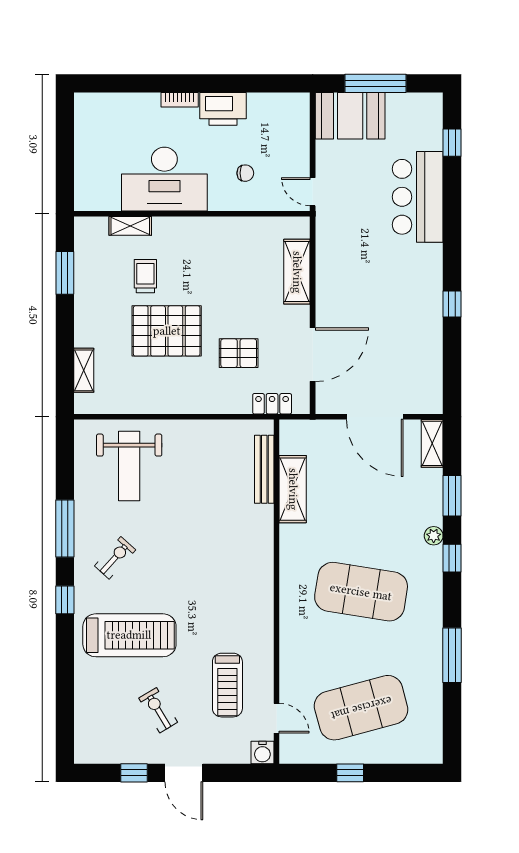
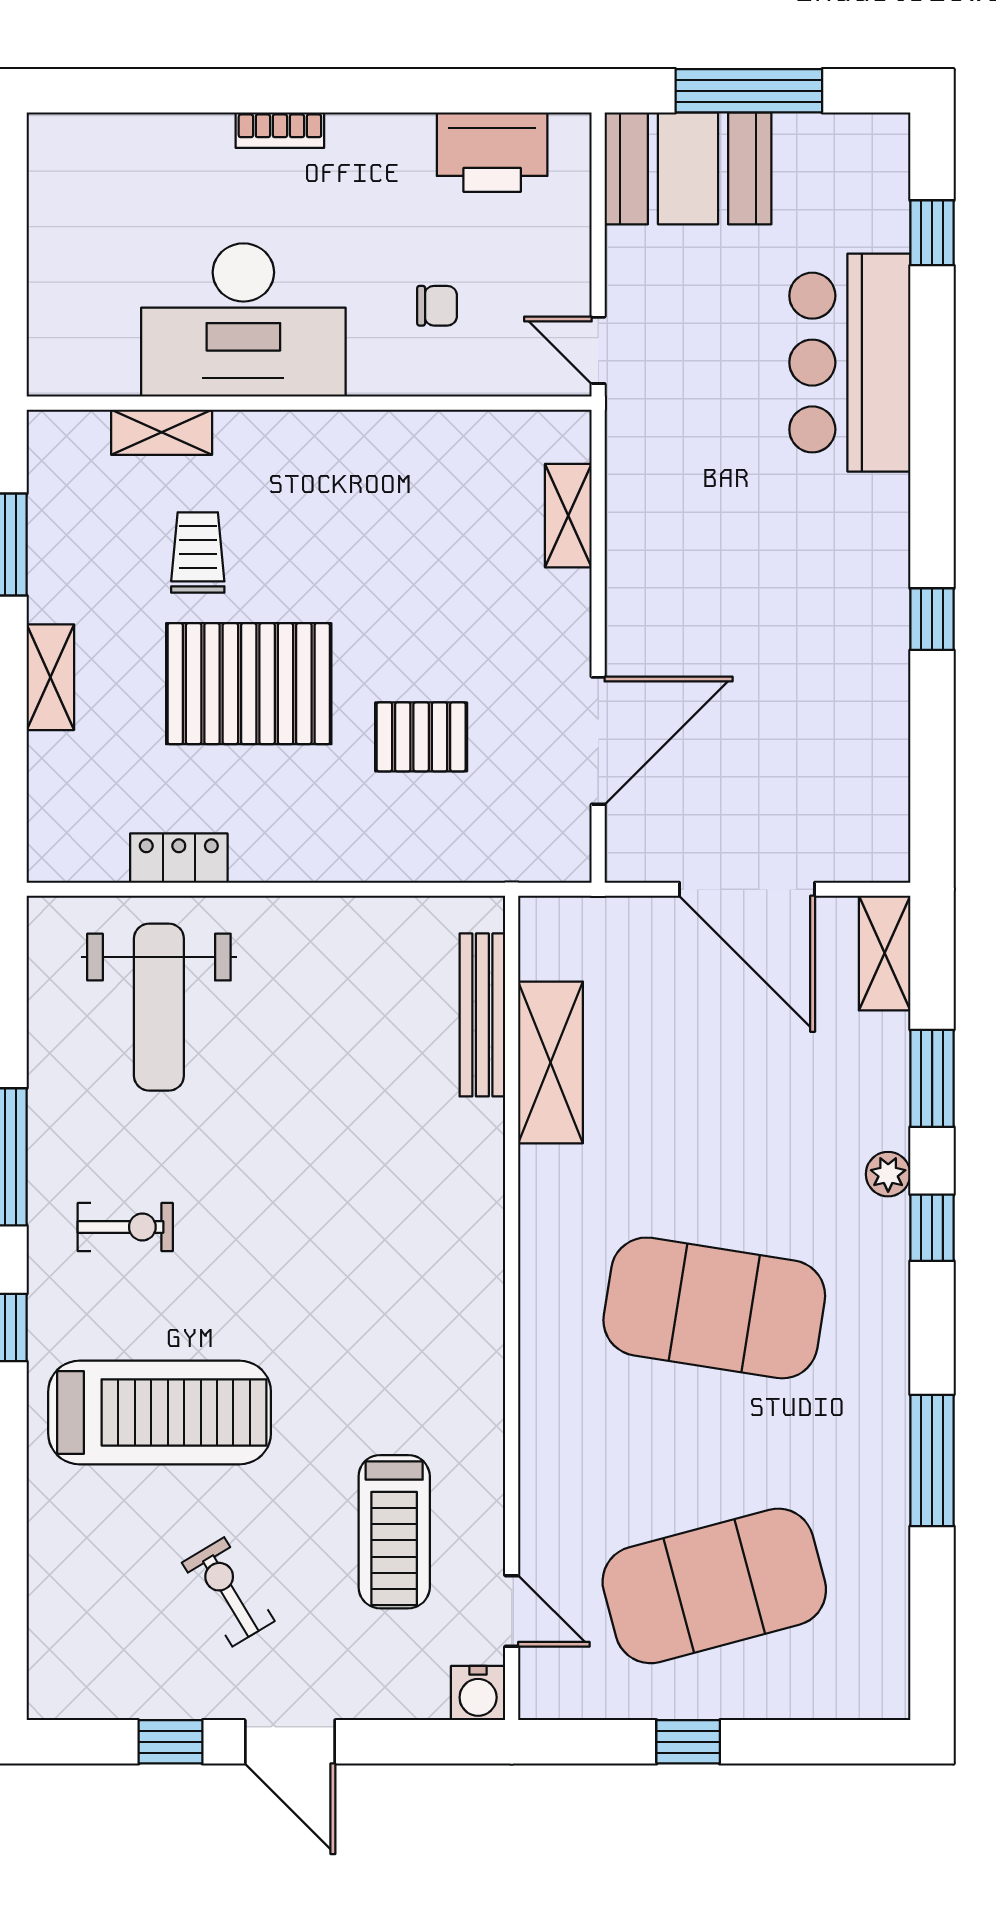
printer: (223, 109) -> (492, 152), moved
shelving: (297, 272) -> (568, 516), width x0.67, depth x0.75
shelving: (84, 370) -> (50, 677), moved
locker: (272, 404) -> (179, 858), moved
exercise bike: (115, 558) -> (125, 1227), turned 48

